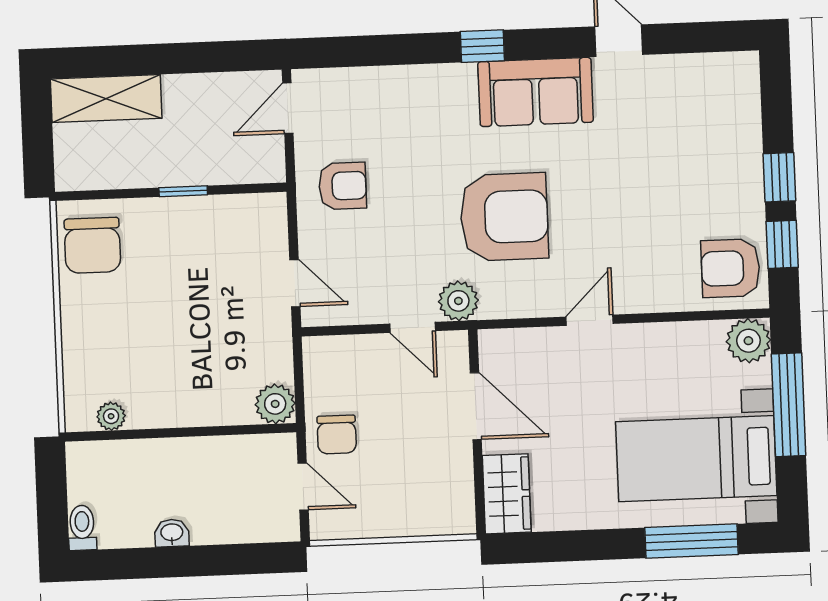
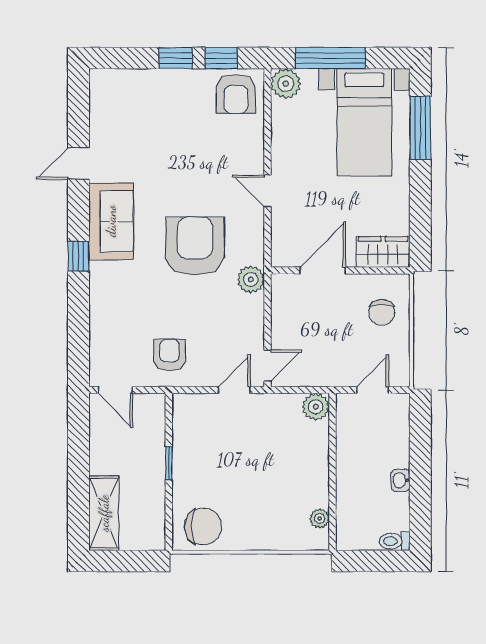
door: (413, 327) -> (268, 366), moved
chair: (337, 434) -> (382, 312), moved, turned 90

